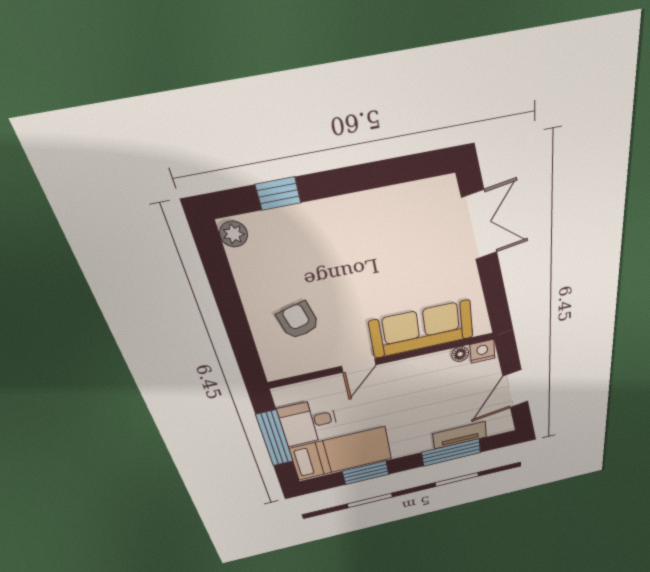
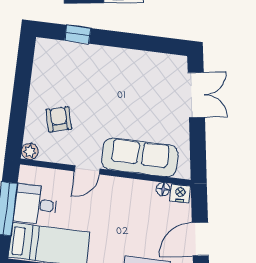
plant: (234, 234) -> (30, 151), moved

